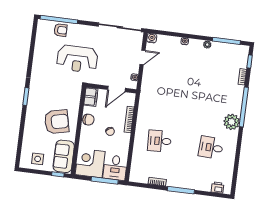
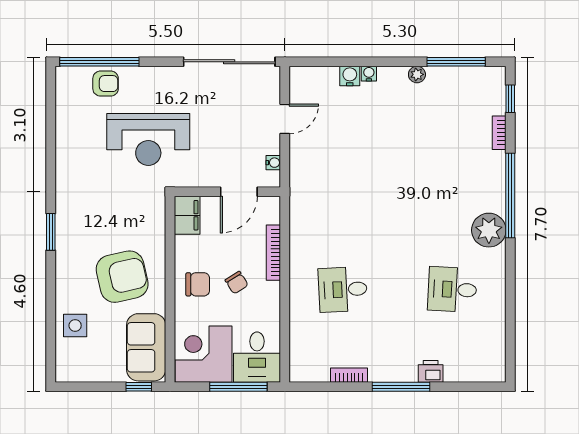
water cooler: (152, 38) -> (350, 76), moved
chair: (88, 120) -> (198, 284), moved
side table: (38, 159) -> (75, 325), moved
printer: (218, 188) -> (431, 371), moved

